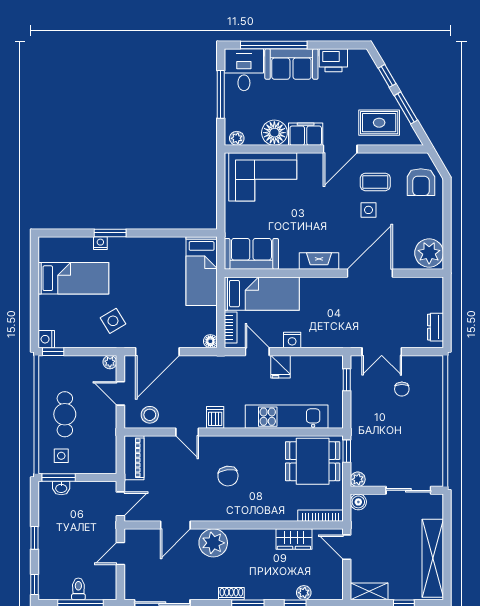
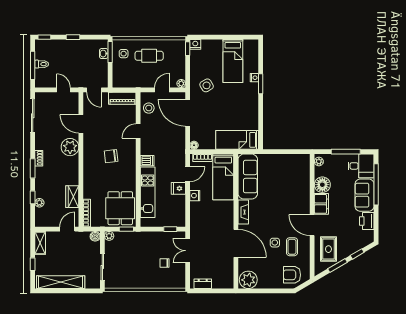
corner sofa: (263, 177) -> (295, 177), removed
sofa: (251, 254) -> (248, 177), width x1.36
dishwasher: (215, 417) -> (147, 161), moved

